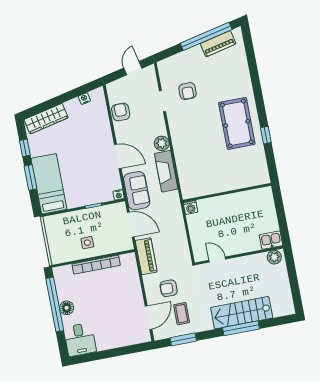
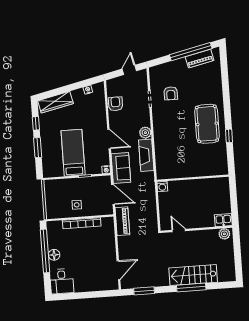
bed: (49, 184) -> (73, 153), moved
armchair: (169, 288) -> (137, 249), removed
coffee table: (182, 314) -> (145, 270), removed

